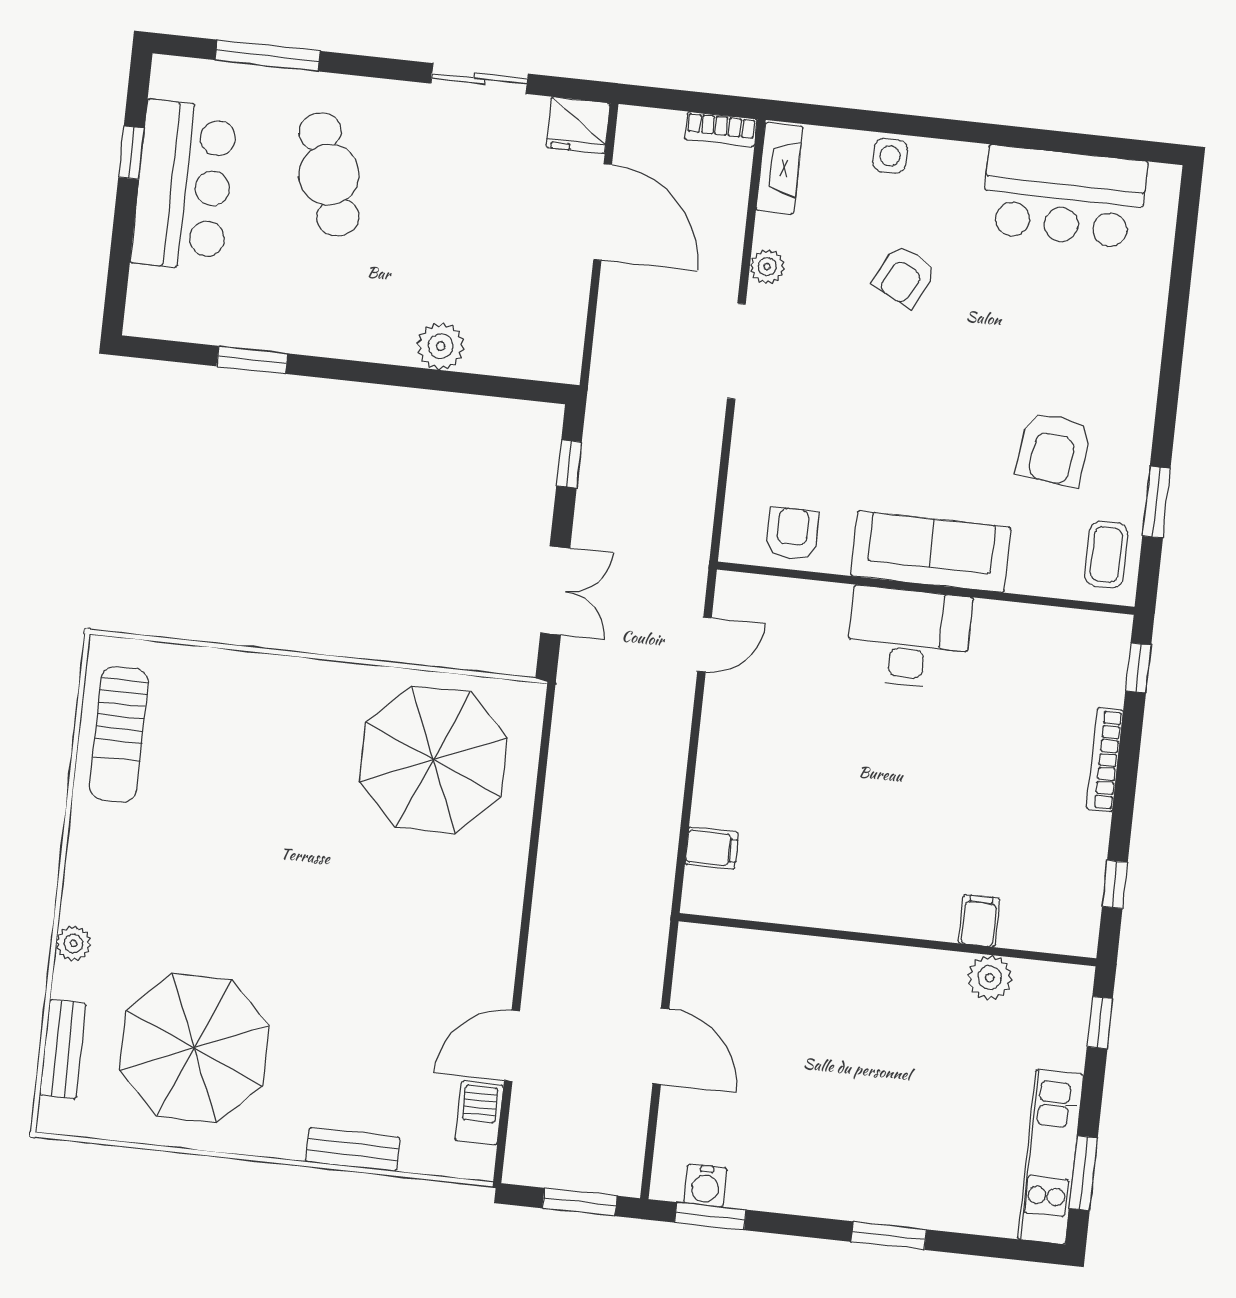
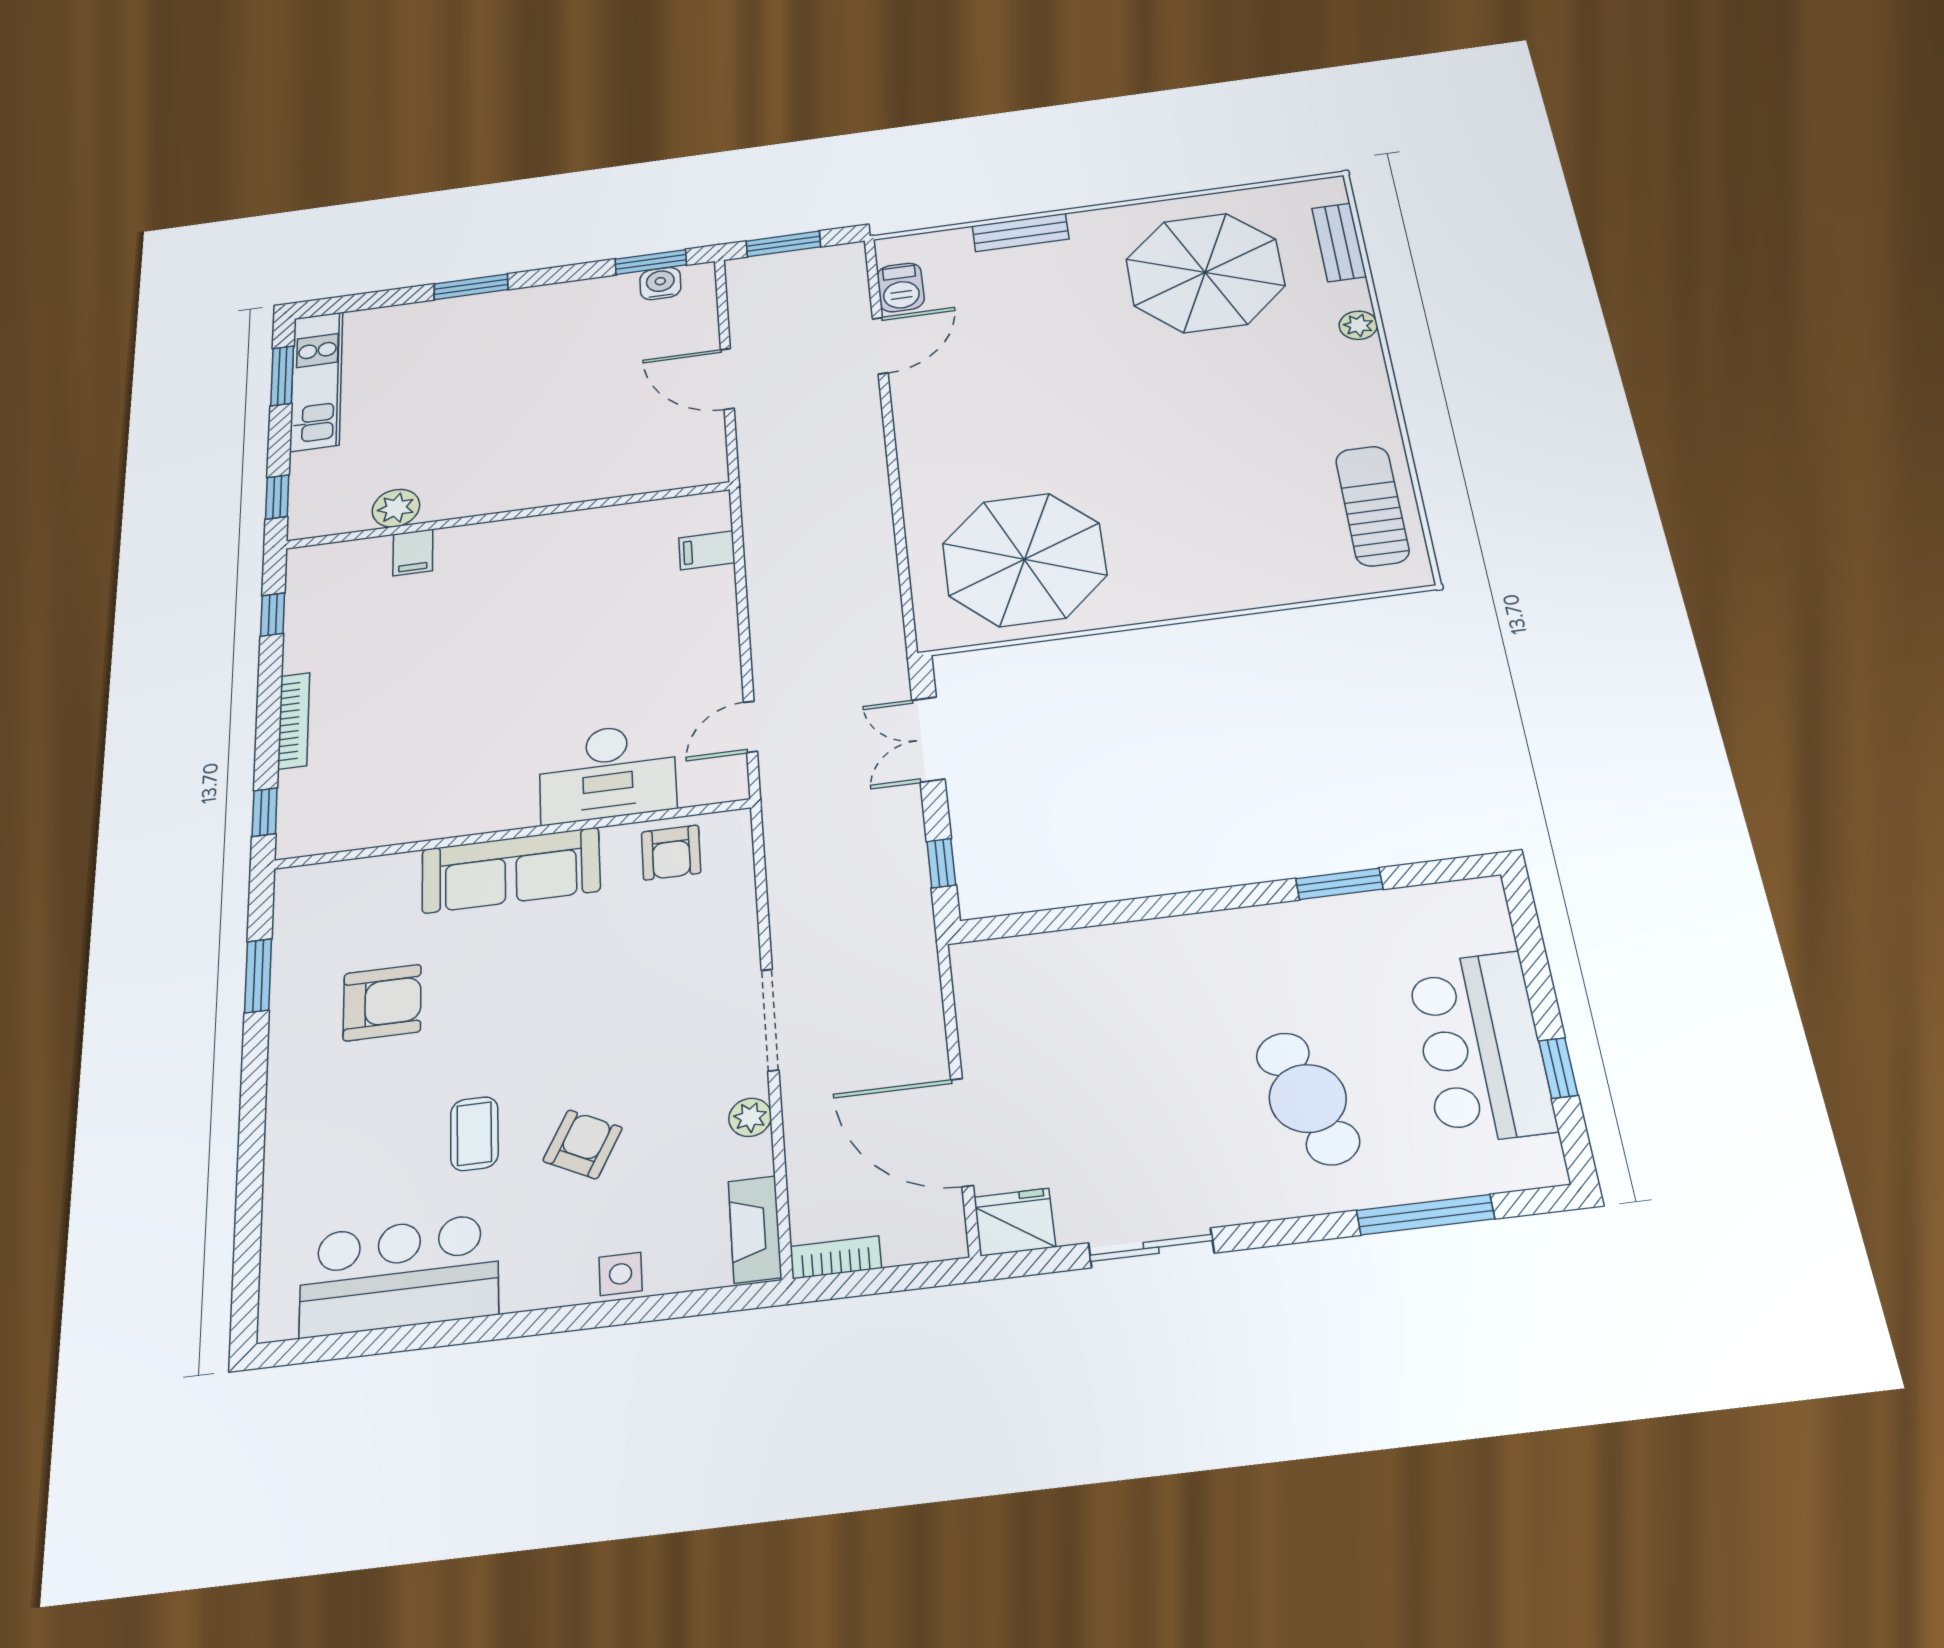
plant: (441, 346) -> (1121, 947), removed
armchair: (1054, 449) -> (382, 1003), turned 83
coffee table: (1106, 554) -> (474, 1134), moved
desk: (909, 638) -> (607, 773), moved

